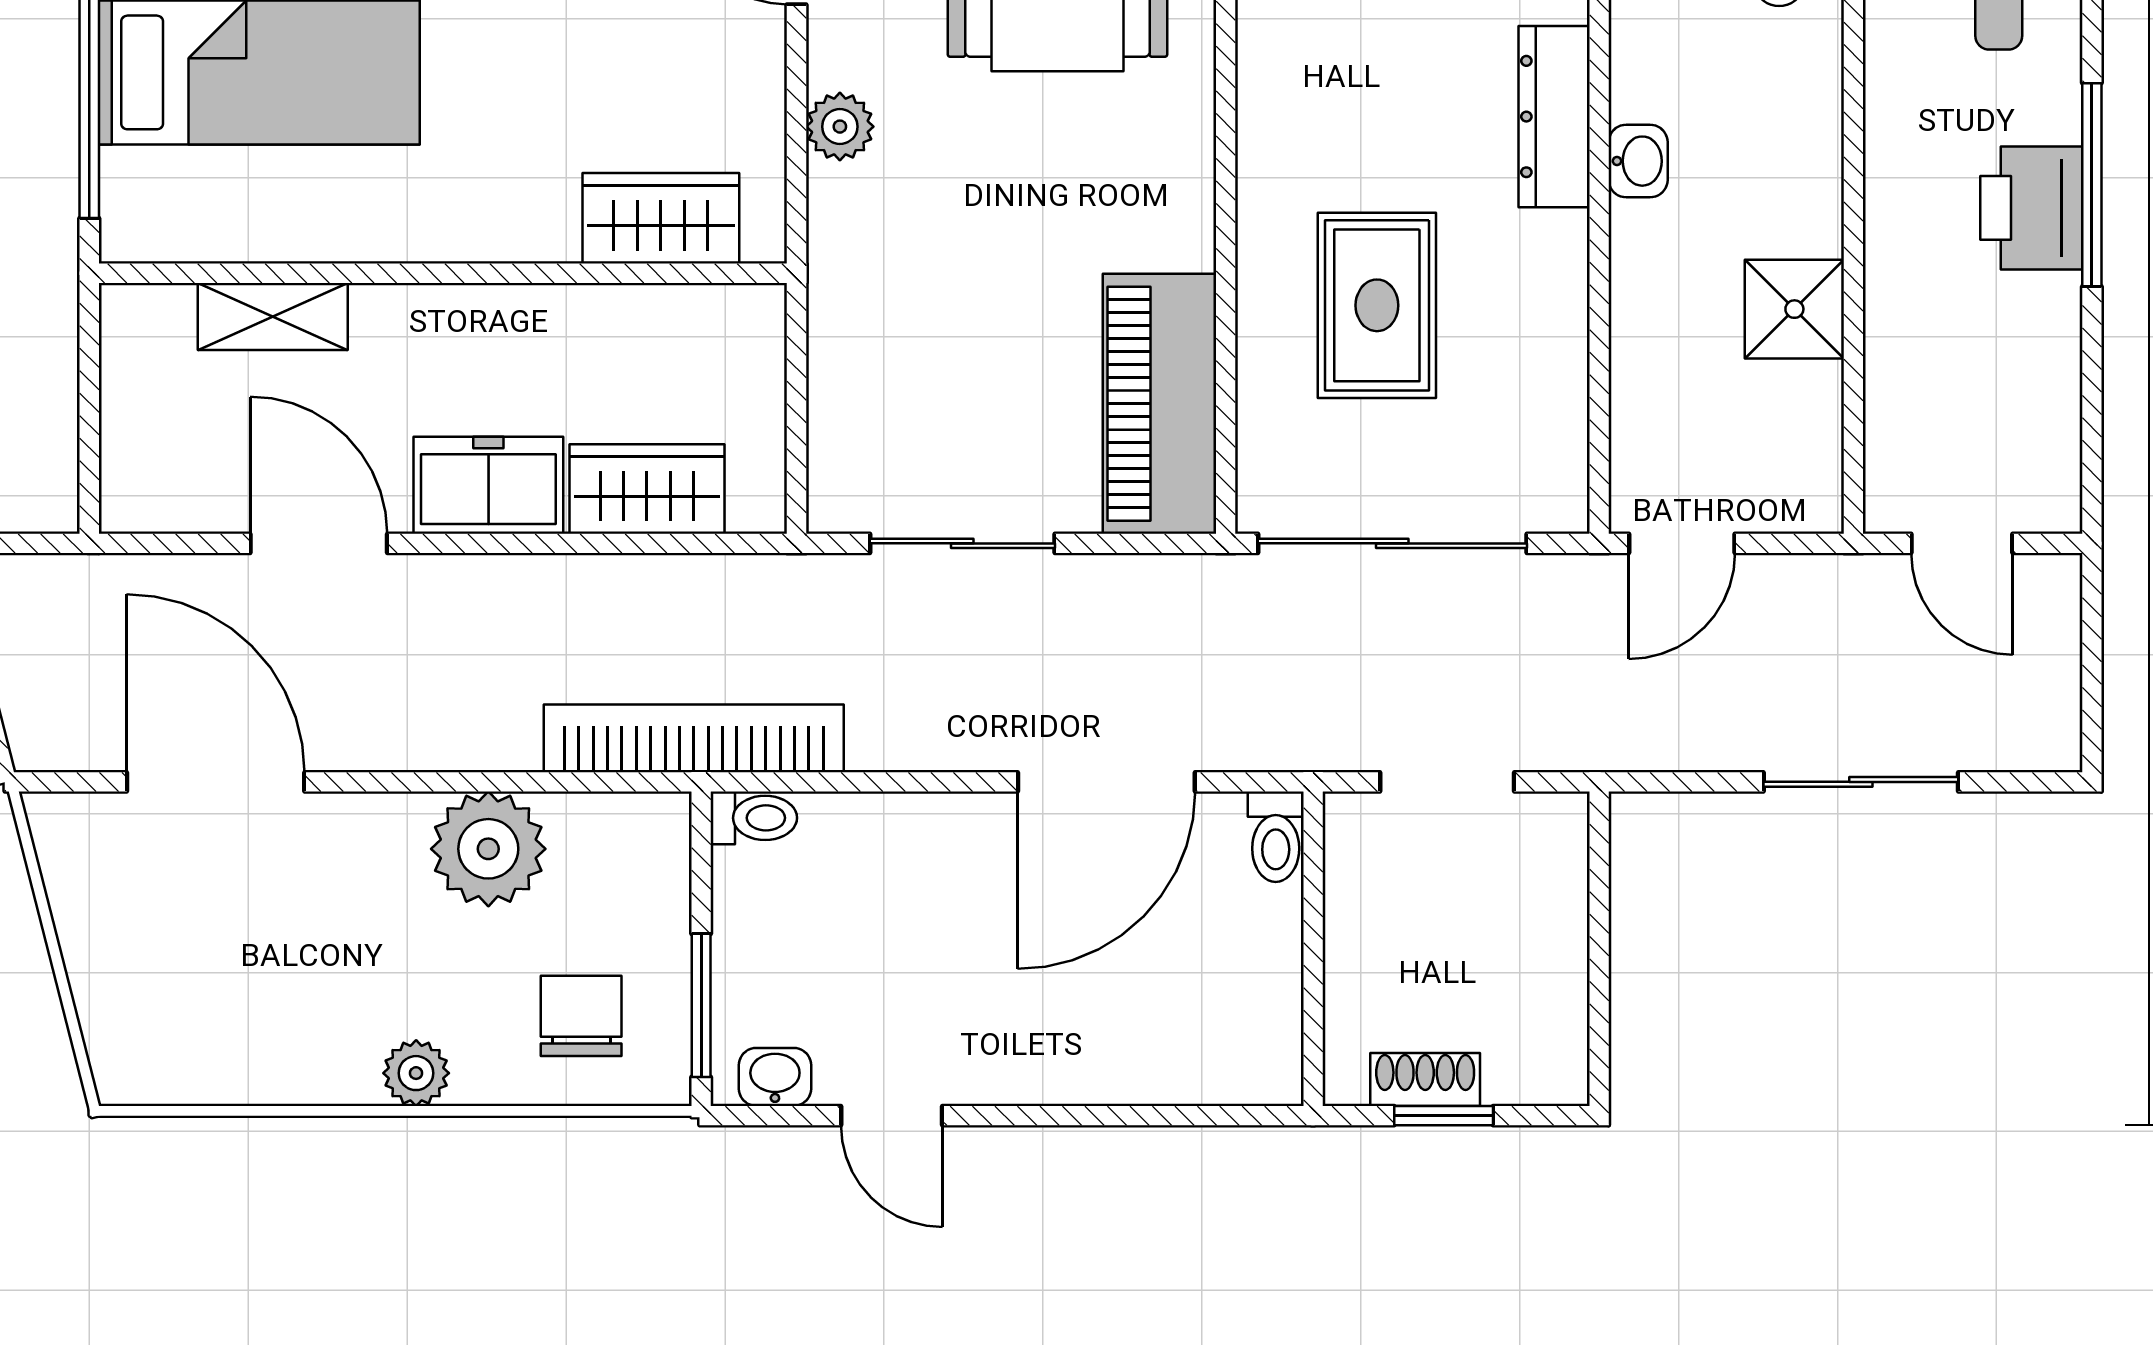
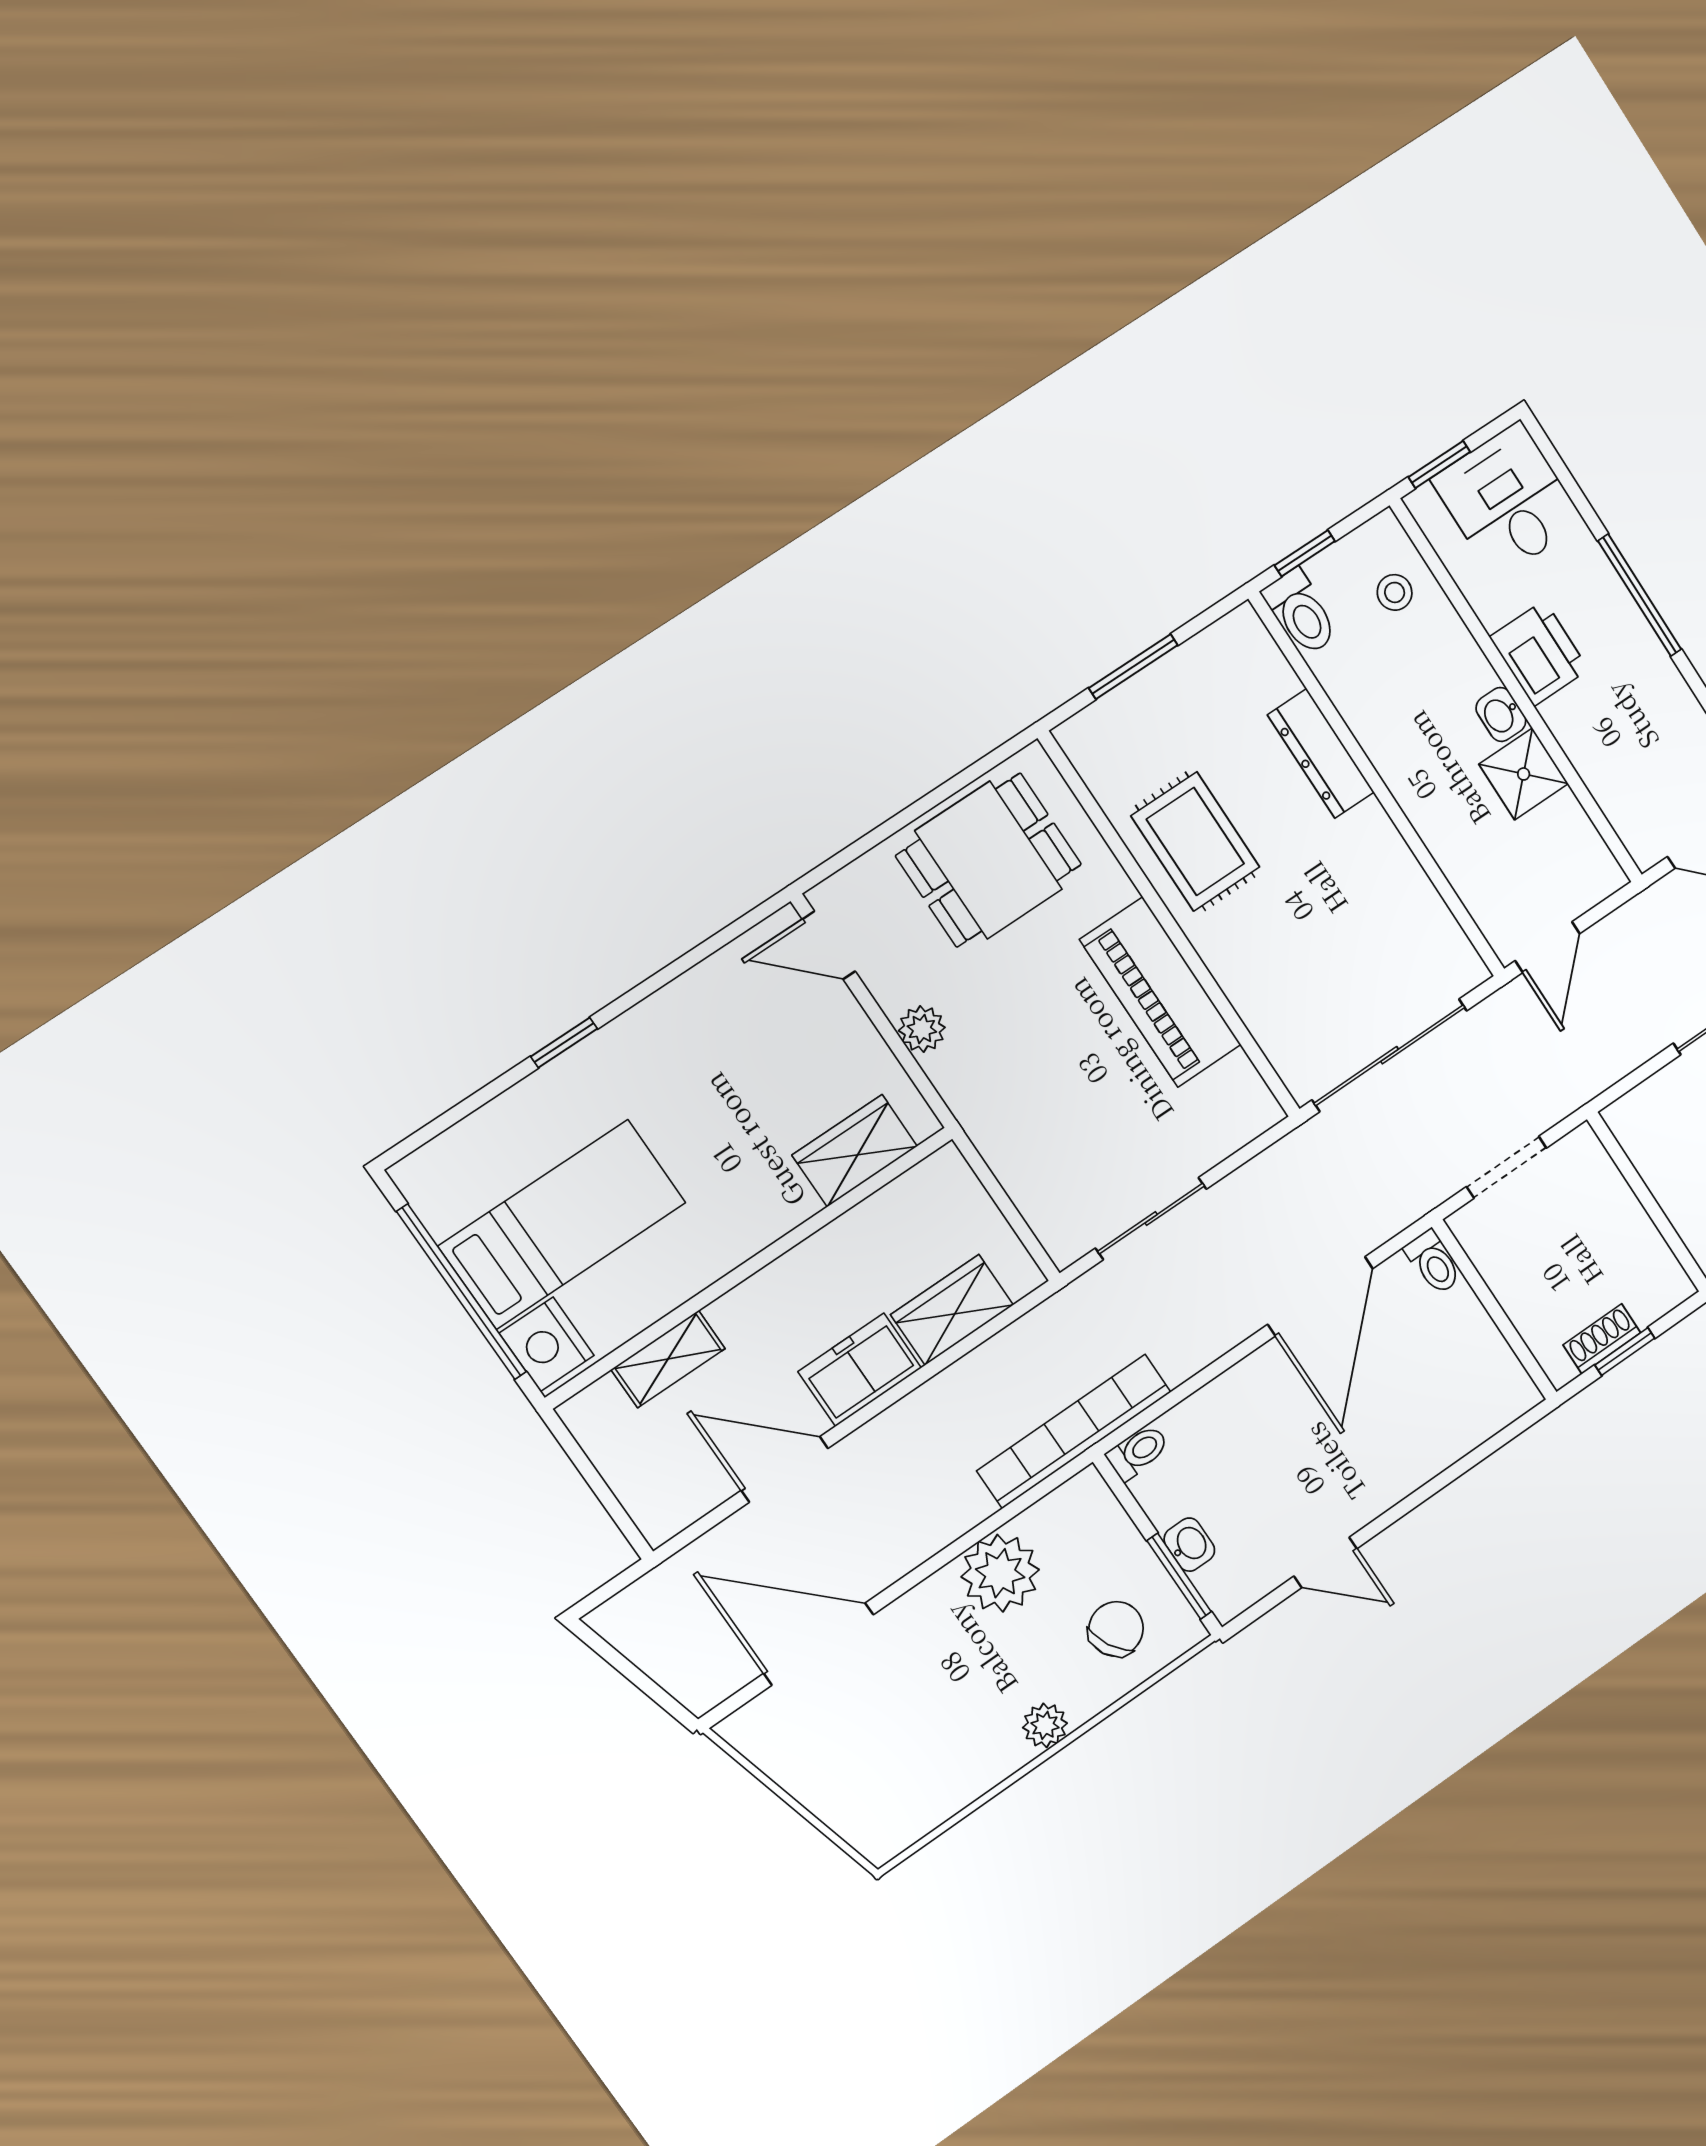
washbasin: (1638, 161) -> (1501, 714), moved, turned 180
nightstand: (144, 202) -> (547, 1344), added
printer: (2031, 208) -> (1539, 653), moved, turned 180
rug: (1377, 305) -> (1195, 841), moved
piano: (1160, 404) -> (1160, 992), moved
chair: (581, 1016) -> (1116, 1629), turned 62
washbasin: (775, 1077) -> (1189, 1545), moved, turned 90

